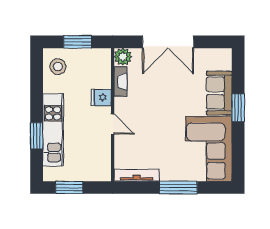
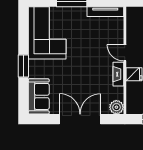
fireplace: (121, 82) -> (118, 74), moved
sofa: (219, 93) -> (39, 96), moved

